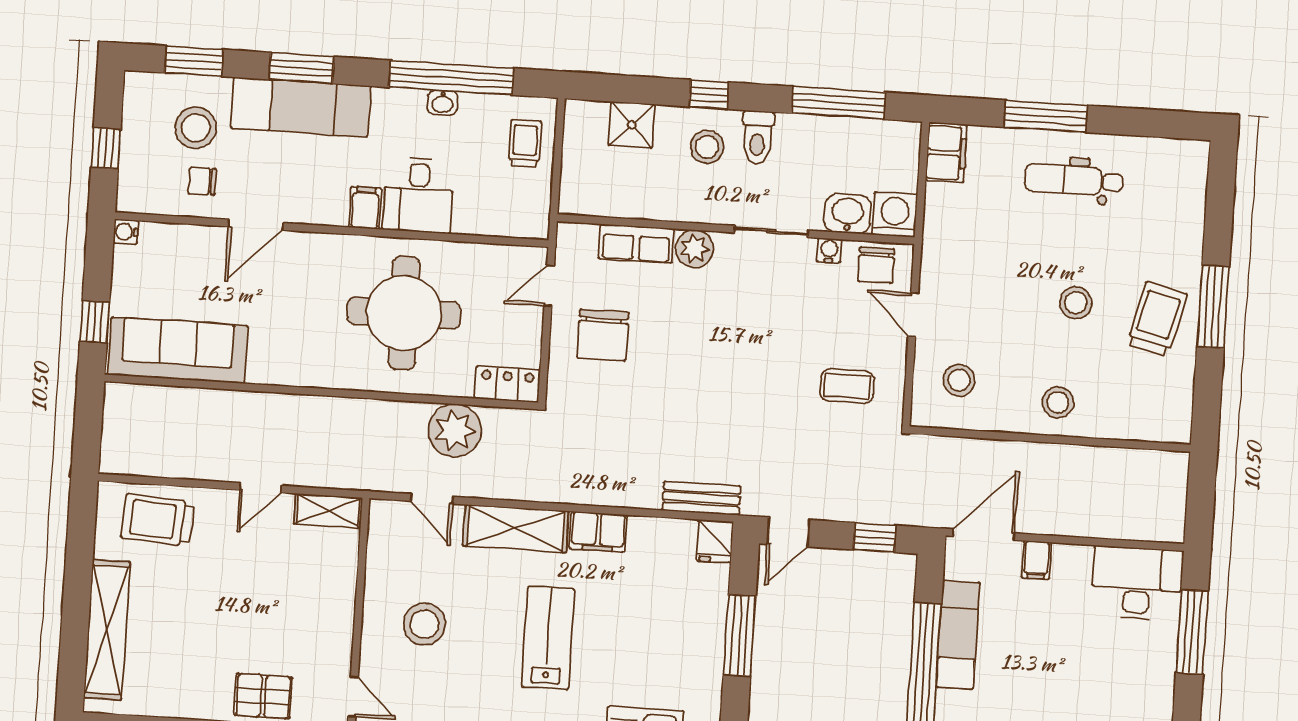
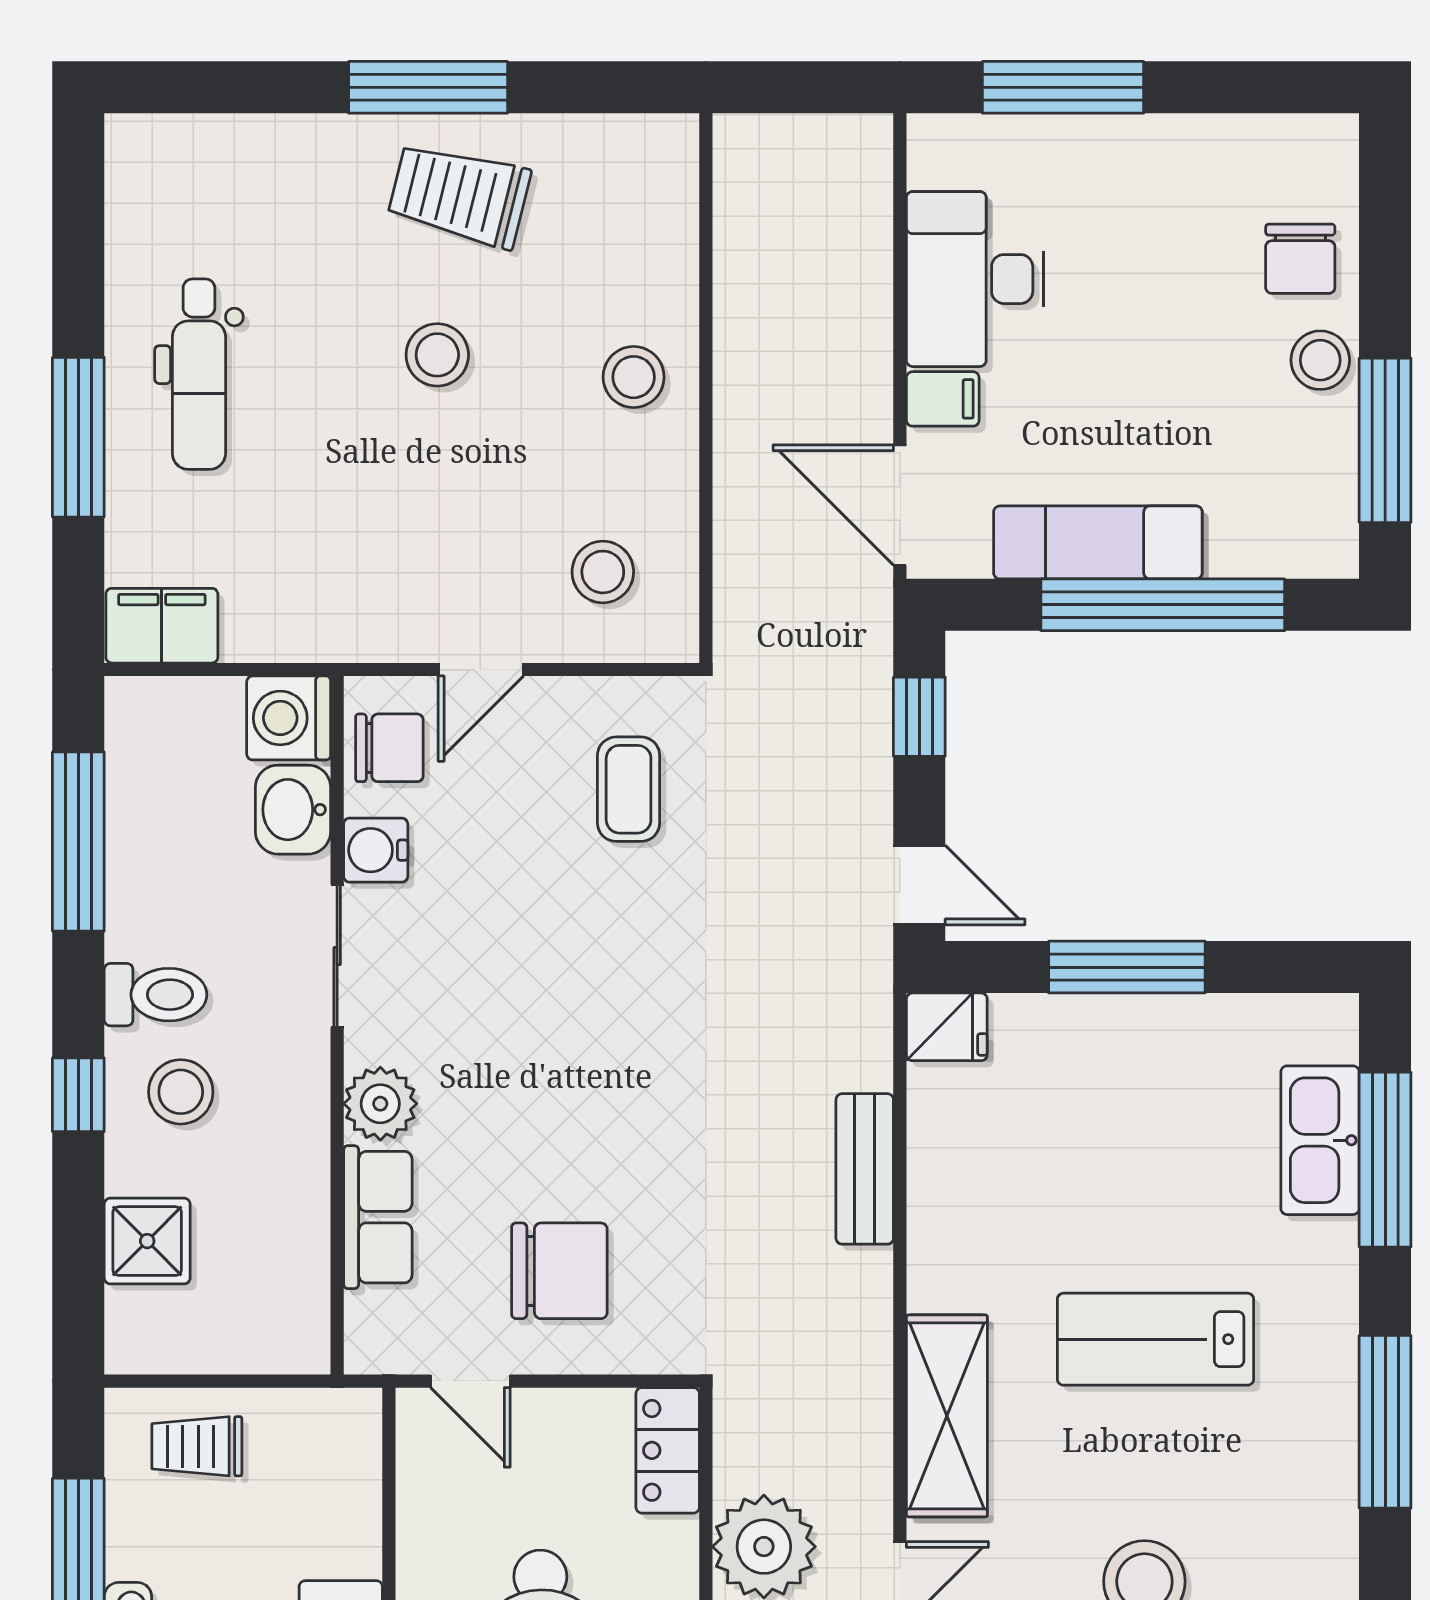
water cooler: (829, 250) -> (376, 850), width x1.38, depth x1.38
bench: (702, 498) -> (865, 1169), moved
filing cabinet: (598, 532) -> (943, 1255), removed
desk: (1137, 583) -> (975, 279), moved

